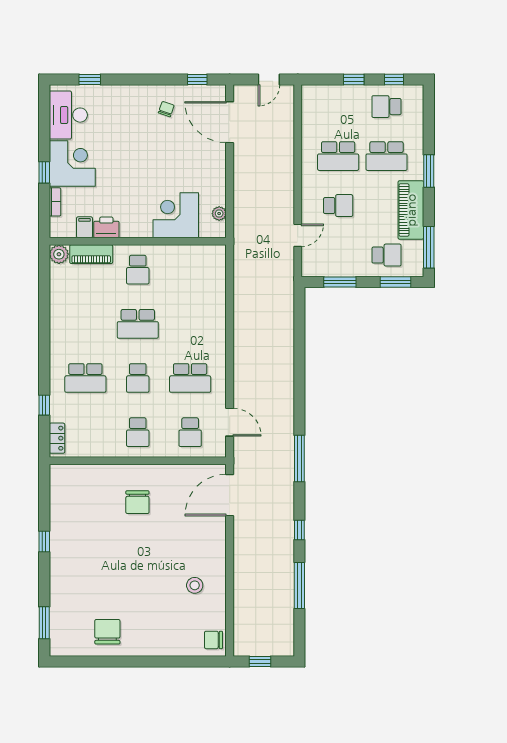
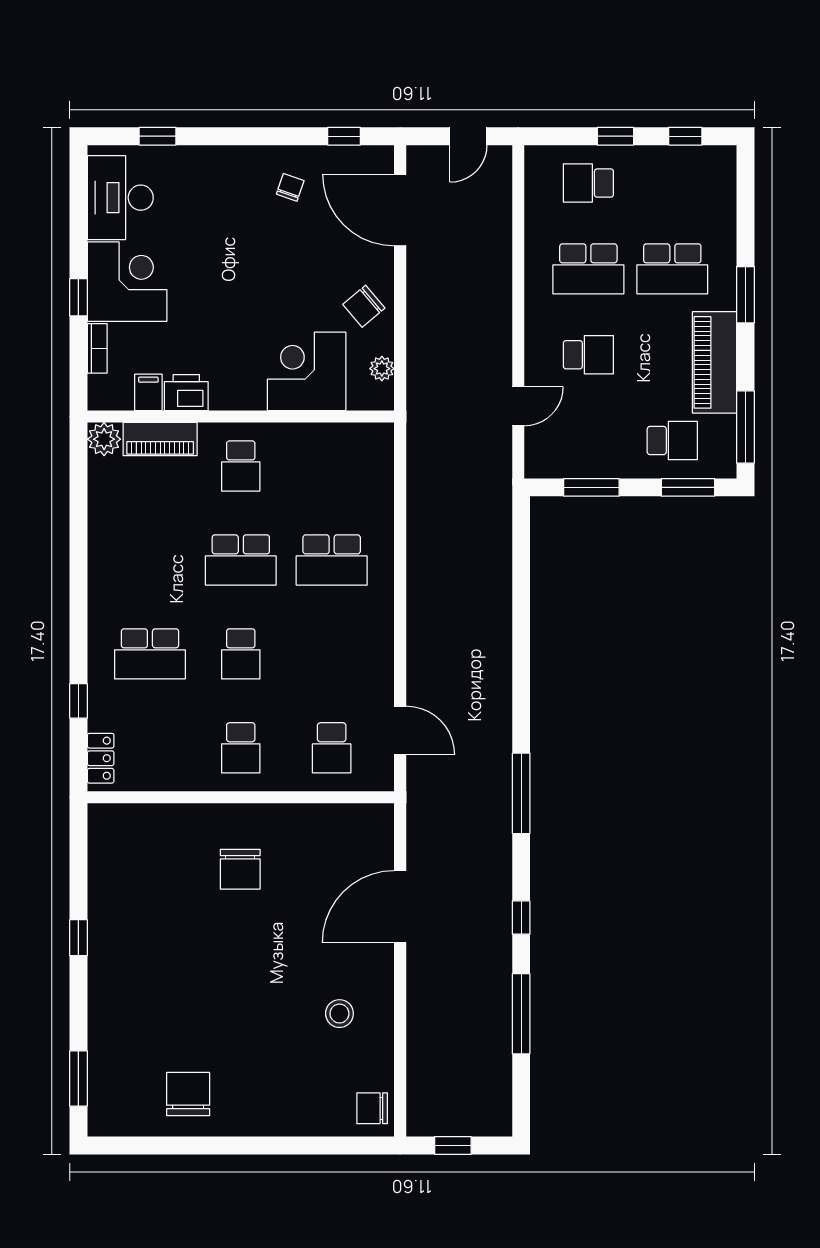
school desk: (387, 107) -> (588, 183), moved
chair: (209, 178) -> (364, 306), added
school desk: (190, 378) -> (332, 560), moved
door: (230, 495) -> (400, 907), moved

